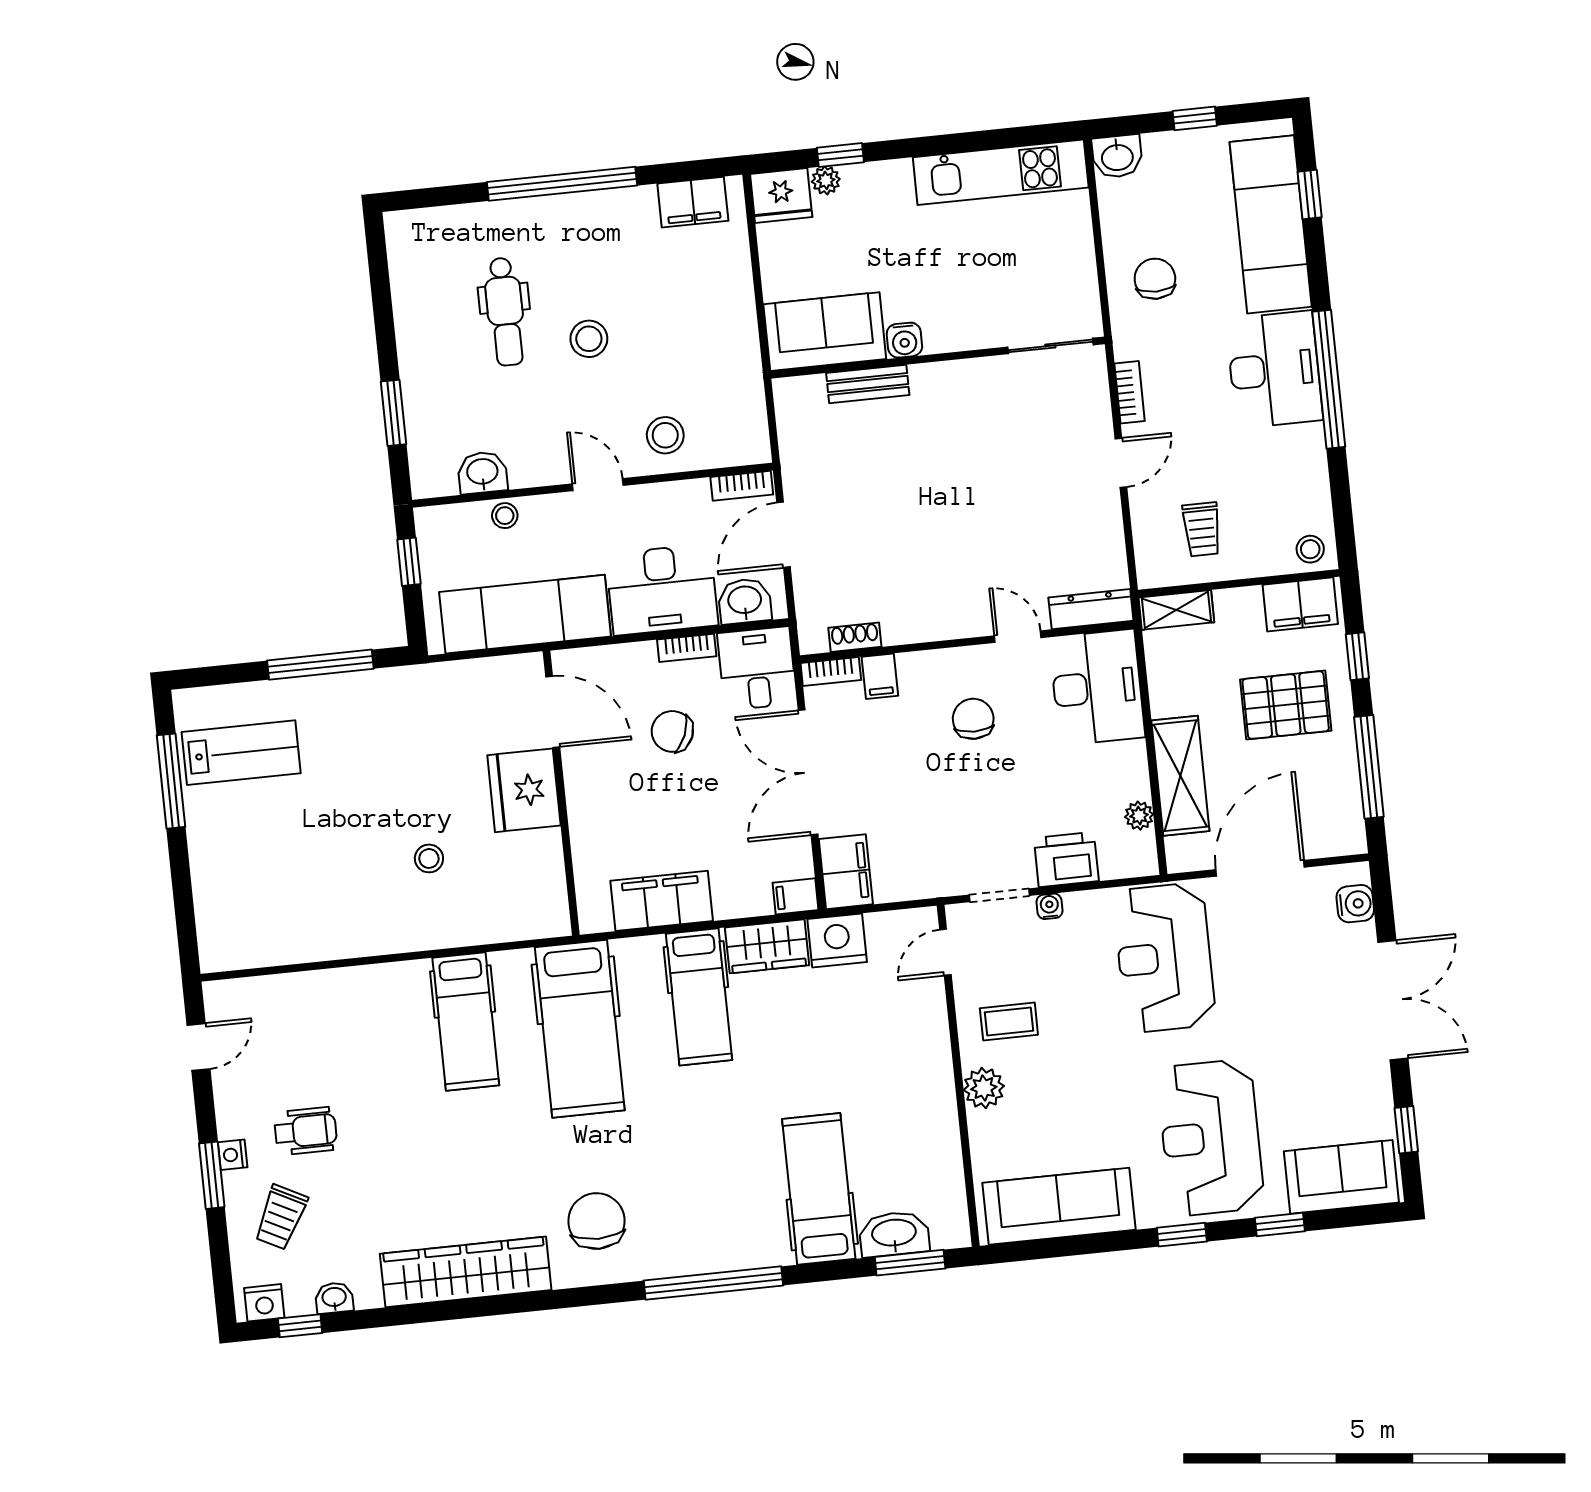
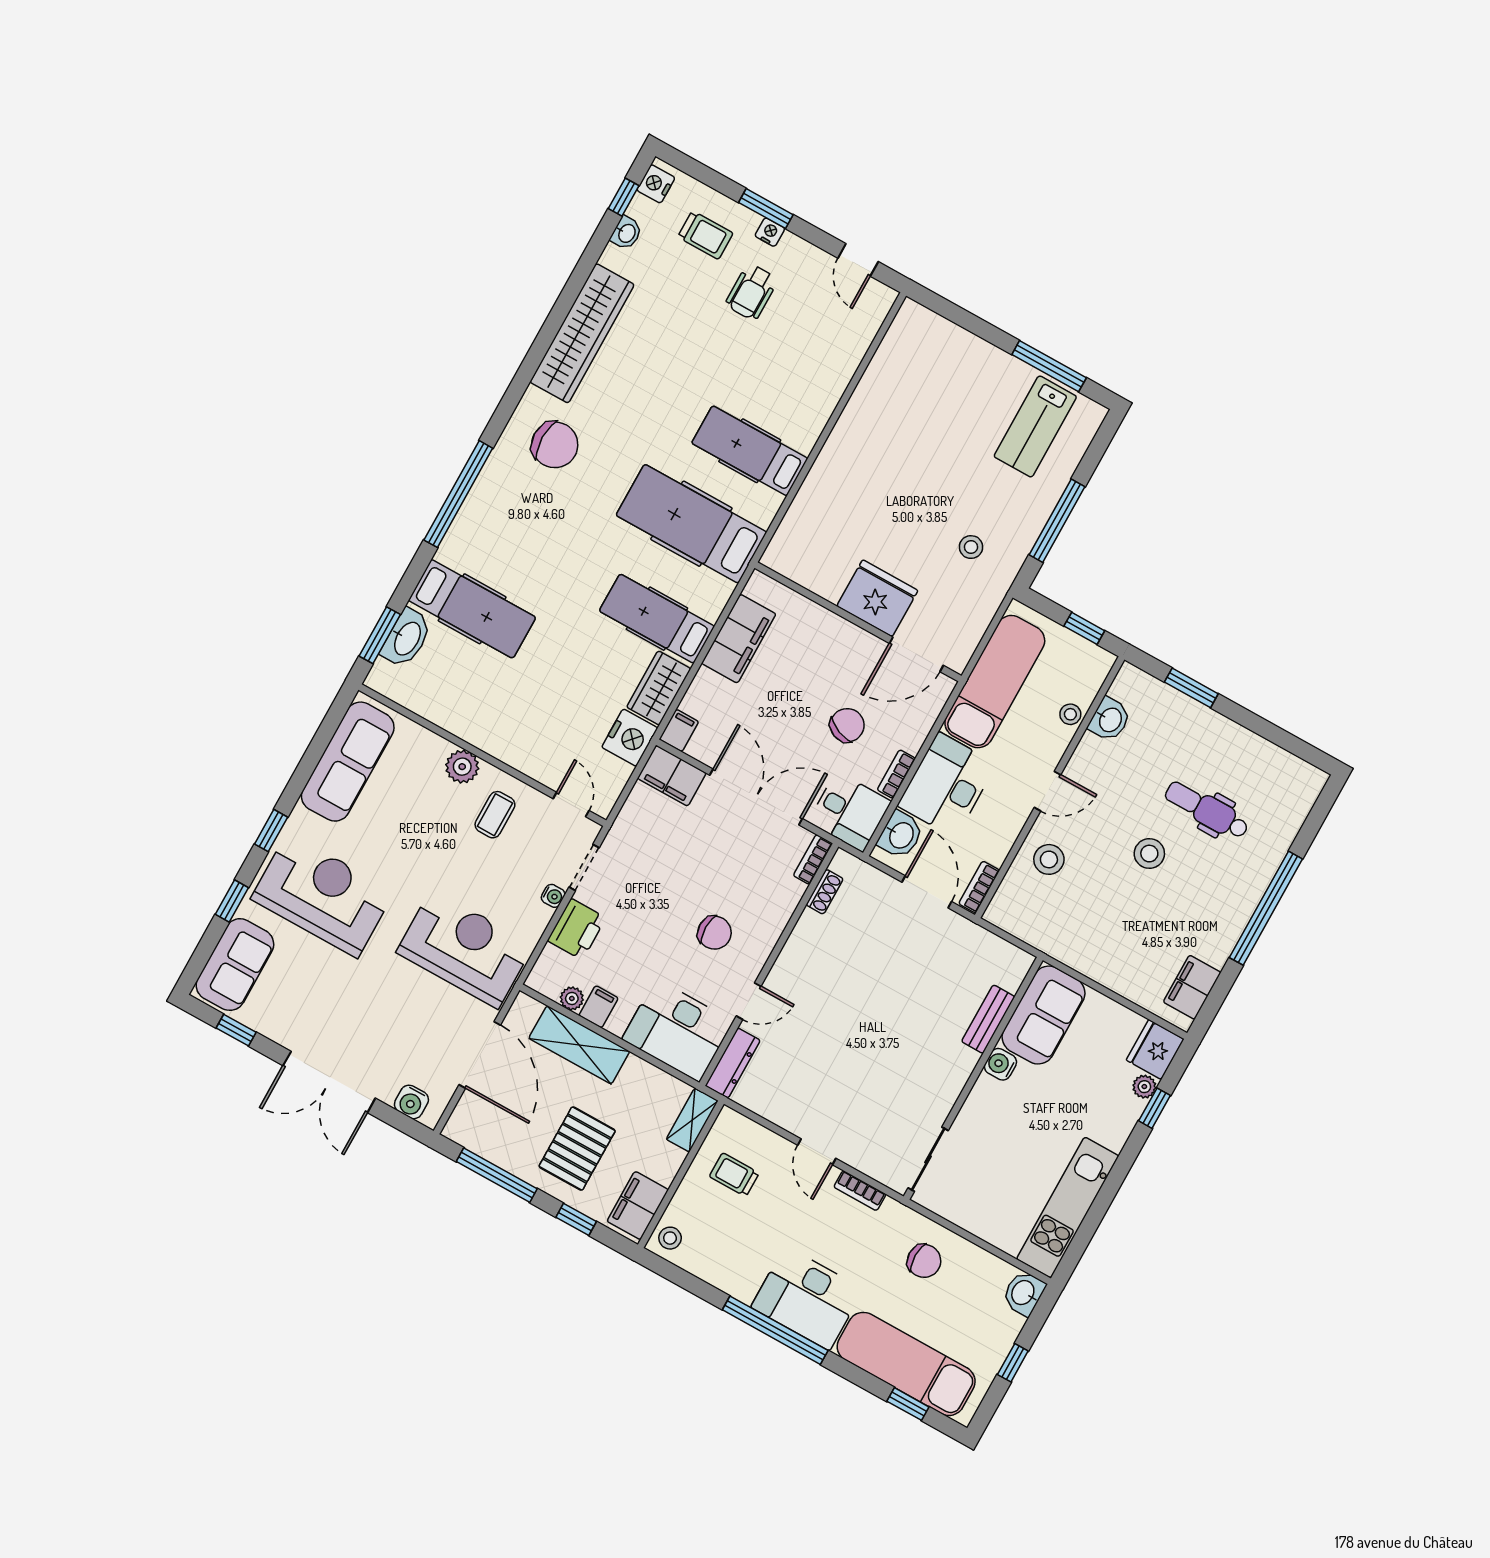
filing cabinet: (880, 676) -> (599, 1007), moved, turned 90
stool: (429, 858) -> (971, 547), moved
trolley: (281, 1217) -> (705, 235), turned 153

